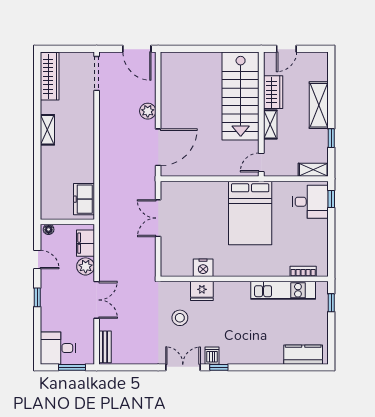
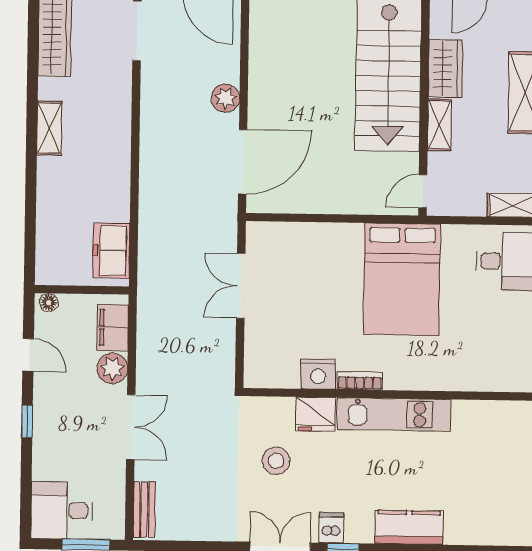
bookcase: (303, 271) -> (360, 381), moved
kitchen unit: (283, 290) -> (394, 414), moved
kitchen counter: (303, 355) -> (409, 527), moved

